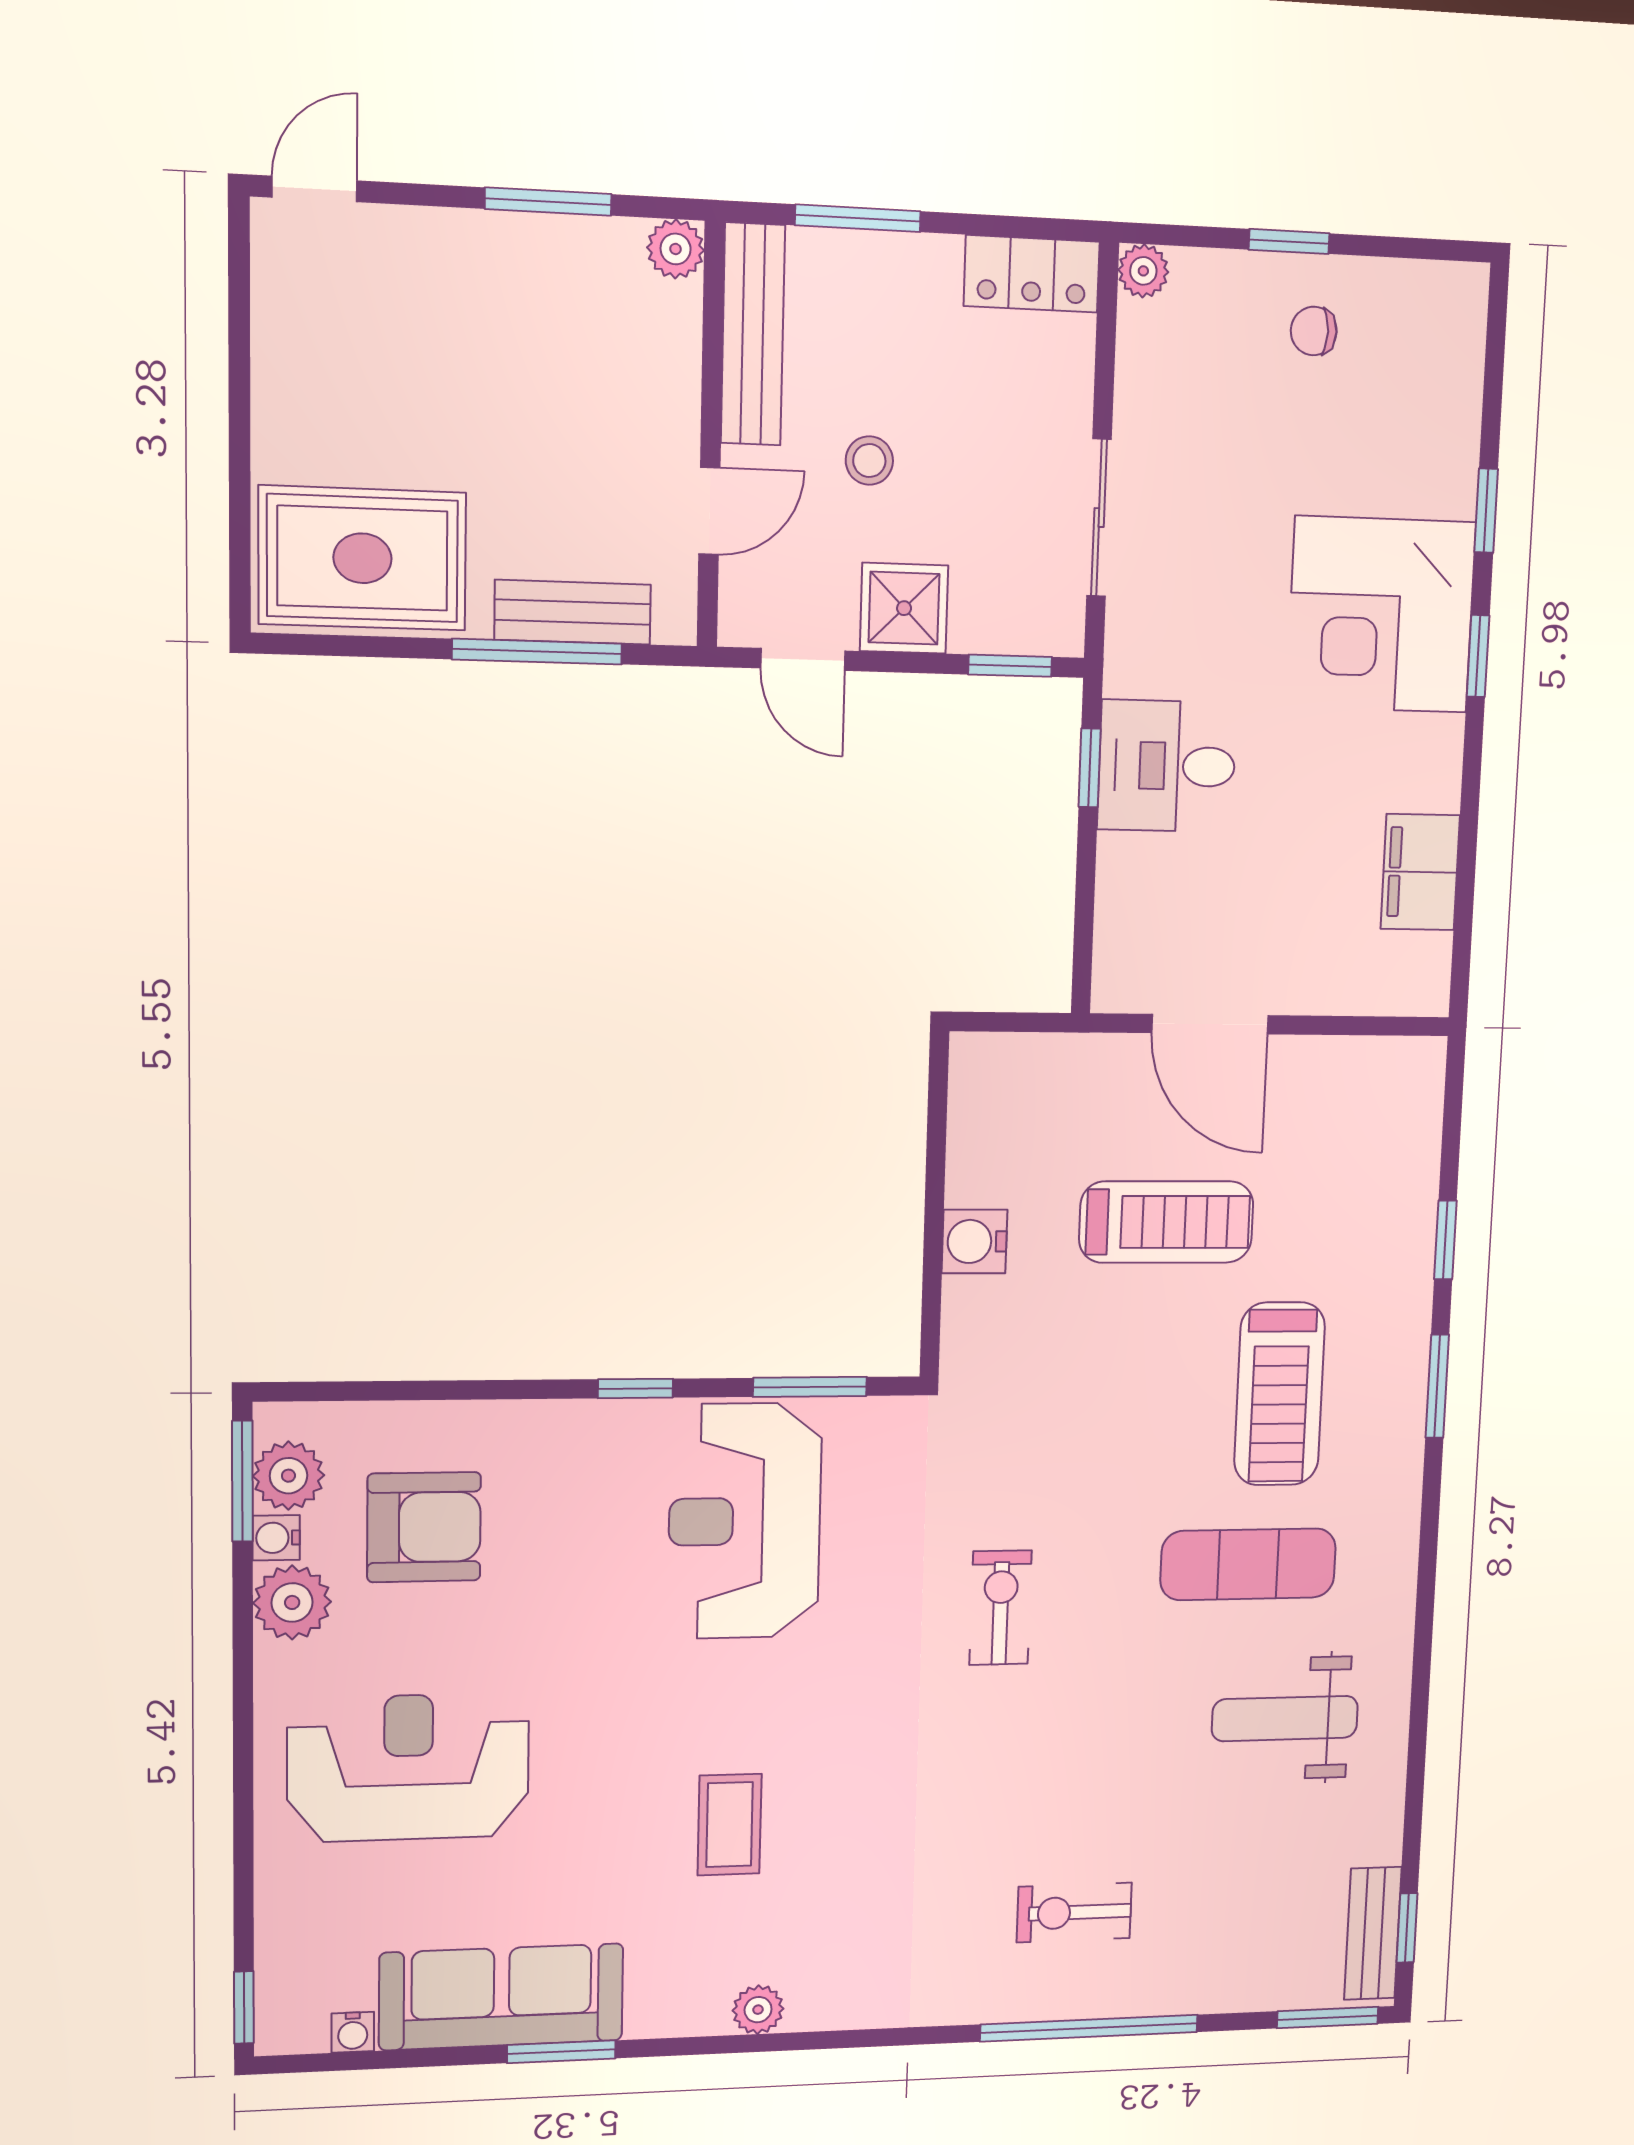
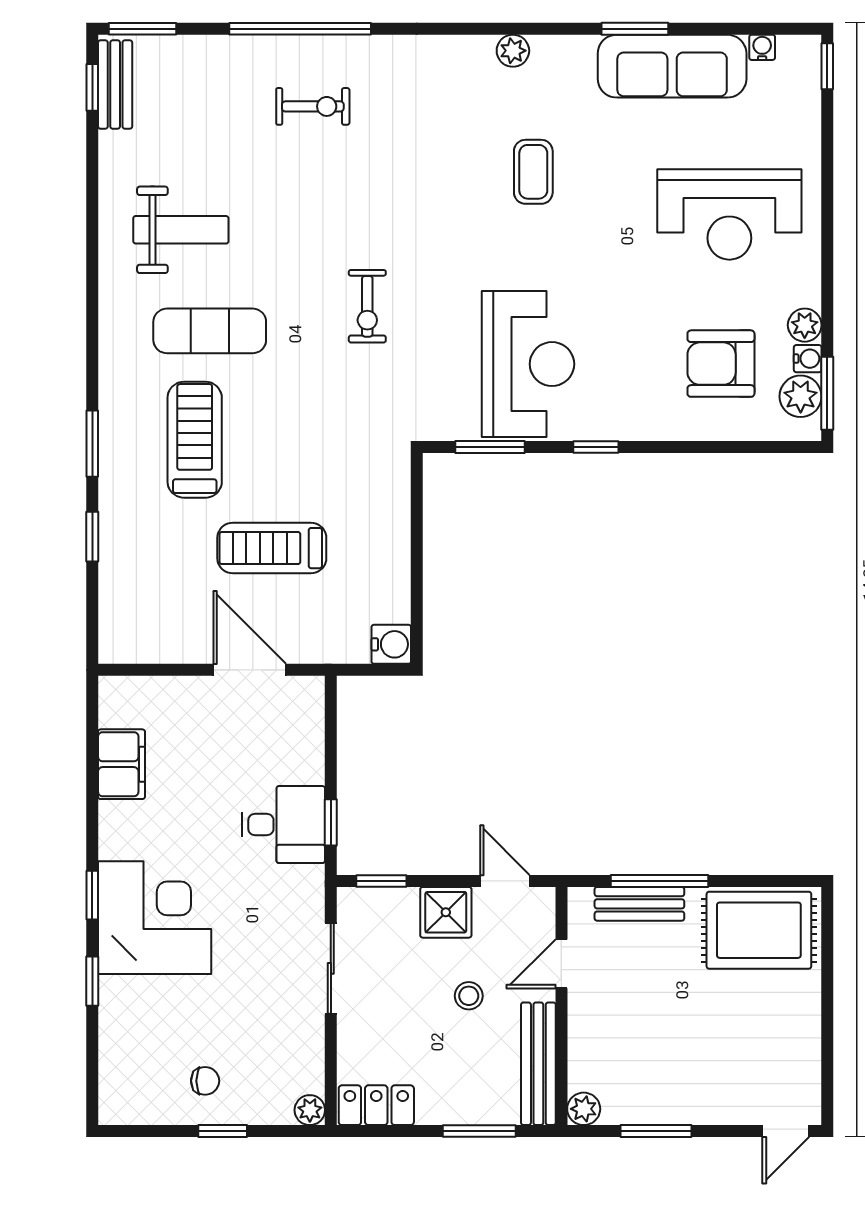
water cooler: (975, 1241) -> (391, 644), moved
plant: (292, 1602) -> (805, 325), width x0.73, depth x0.73

